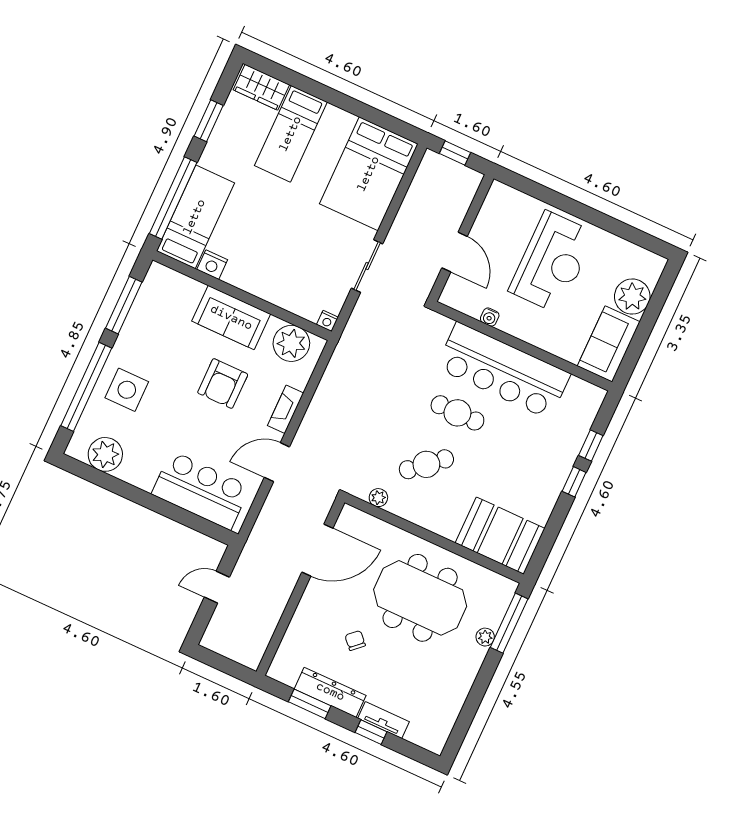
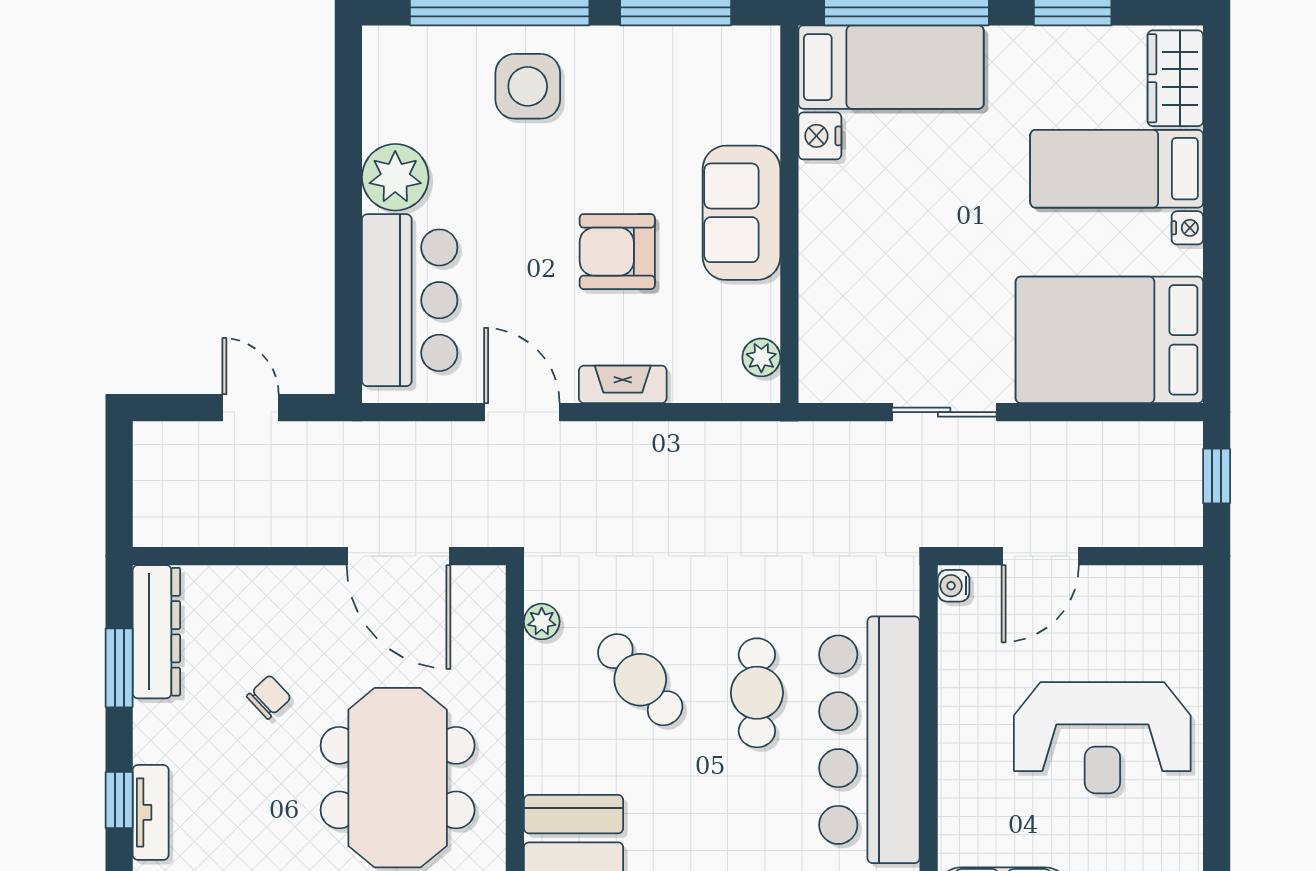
water cooler: (490, 317) -> (954, 586), moved
nightstand: (327, 321) -> (1187, 228), moved, turned 180
plant: (291, 343) -> (761, 357), width x0.53, depth x0.53
plant: (105, 454) -> (395, 177), moved
dresser: (330, 692) -> (156, 632), moved

